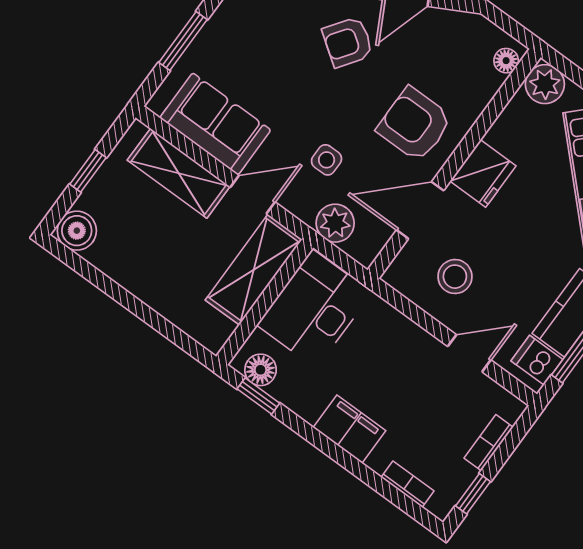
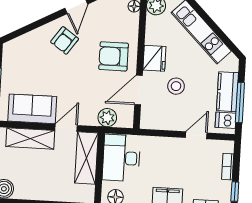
side table: (327, 160) -> (87, 94), removed
stool: (455, 277) -> (176, 86), moved

